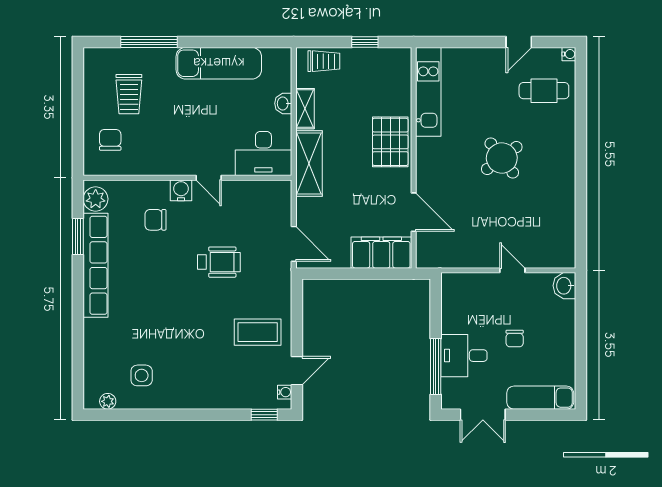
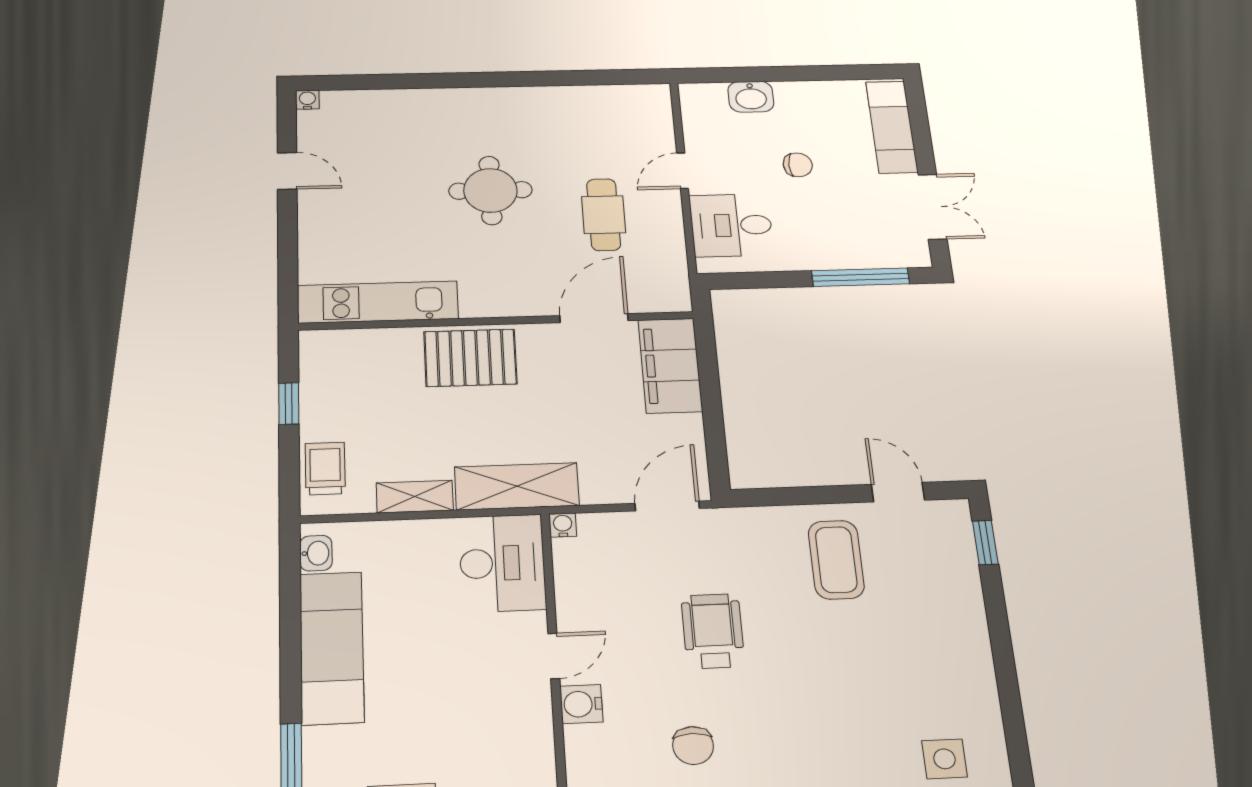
cafe table: (544, 91) -> (604, 215), moved
washbasin: (283, 103) -> (316, 553), moved, turned -90
round table: (502, 158) -> (490, 190), turned 37
chair: (156, 220) -> (693, 746), moved
washbasin: (564, 286) -> (751, 97), moved
desk: (464, 356) -> (731, 225), moved, turned 90
water cooler: (285, 392) -> (563, 525), moved

